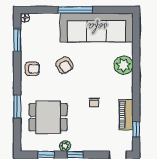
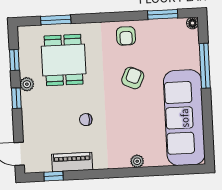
window: (75, 10) -> (205, 66), moved
armchair: (64, 65) -> (133, 78), turned 146
plant: (124, 65) -> (137, 161), width x0.53, depth x0.53
window: (17, 107) -> (56, 20), moved

